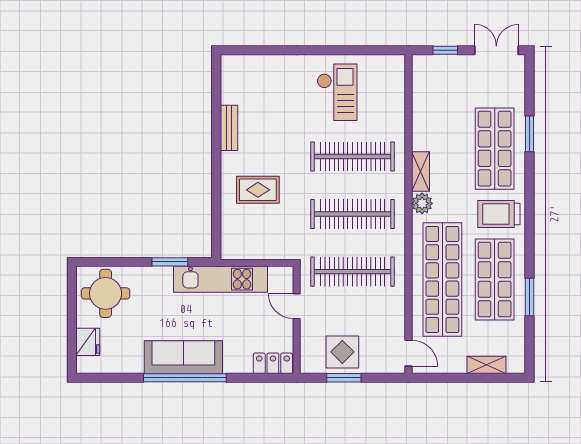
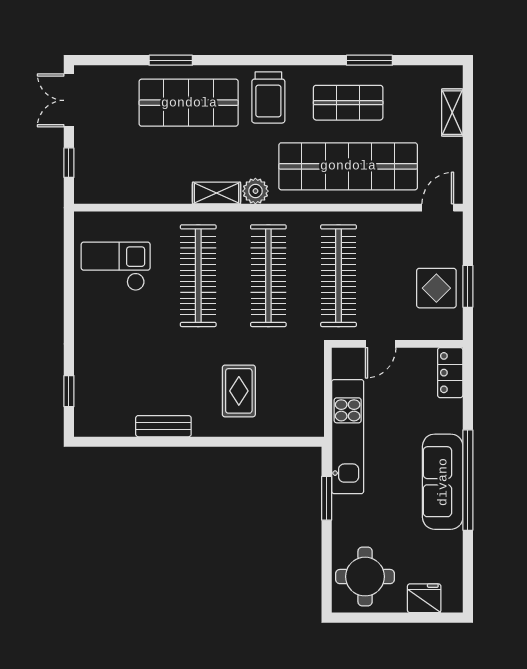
window: (258, 50) -> (69, 391), added
checkout: (337, 92) -> (116, 266), moved
shop shelf: (495, 280) -> (348, 103), width x0.70, depth x0.74

